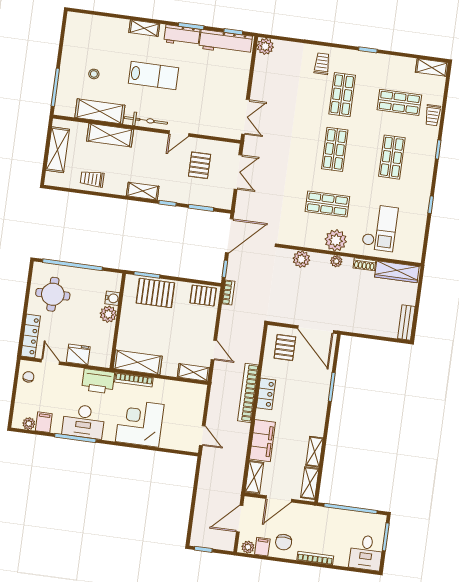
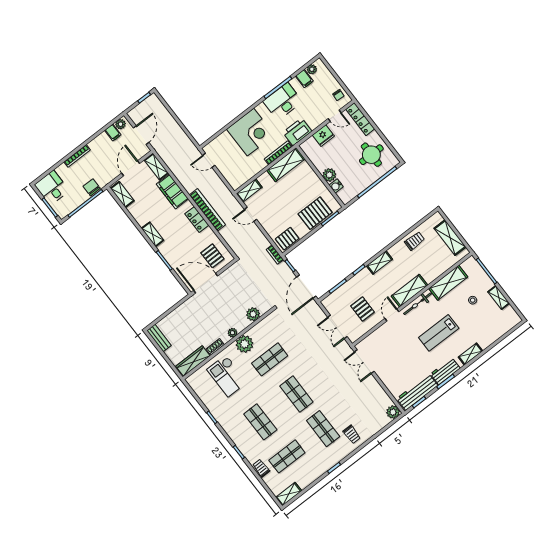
shelving: (68, 53) -> (499, 298), added
shelving: (110, 135) -> (410, 291), moved
shelving: (314, 452) -> (153, 234), moved
chair: (284, 542) -> (92, 187), moved

